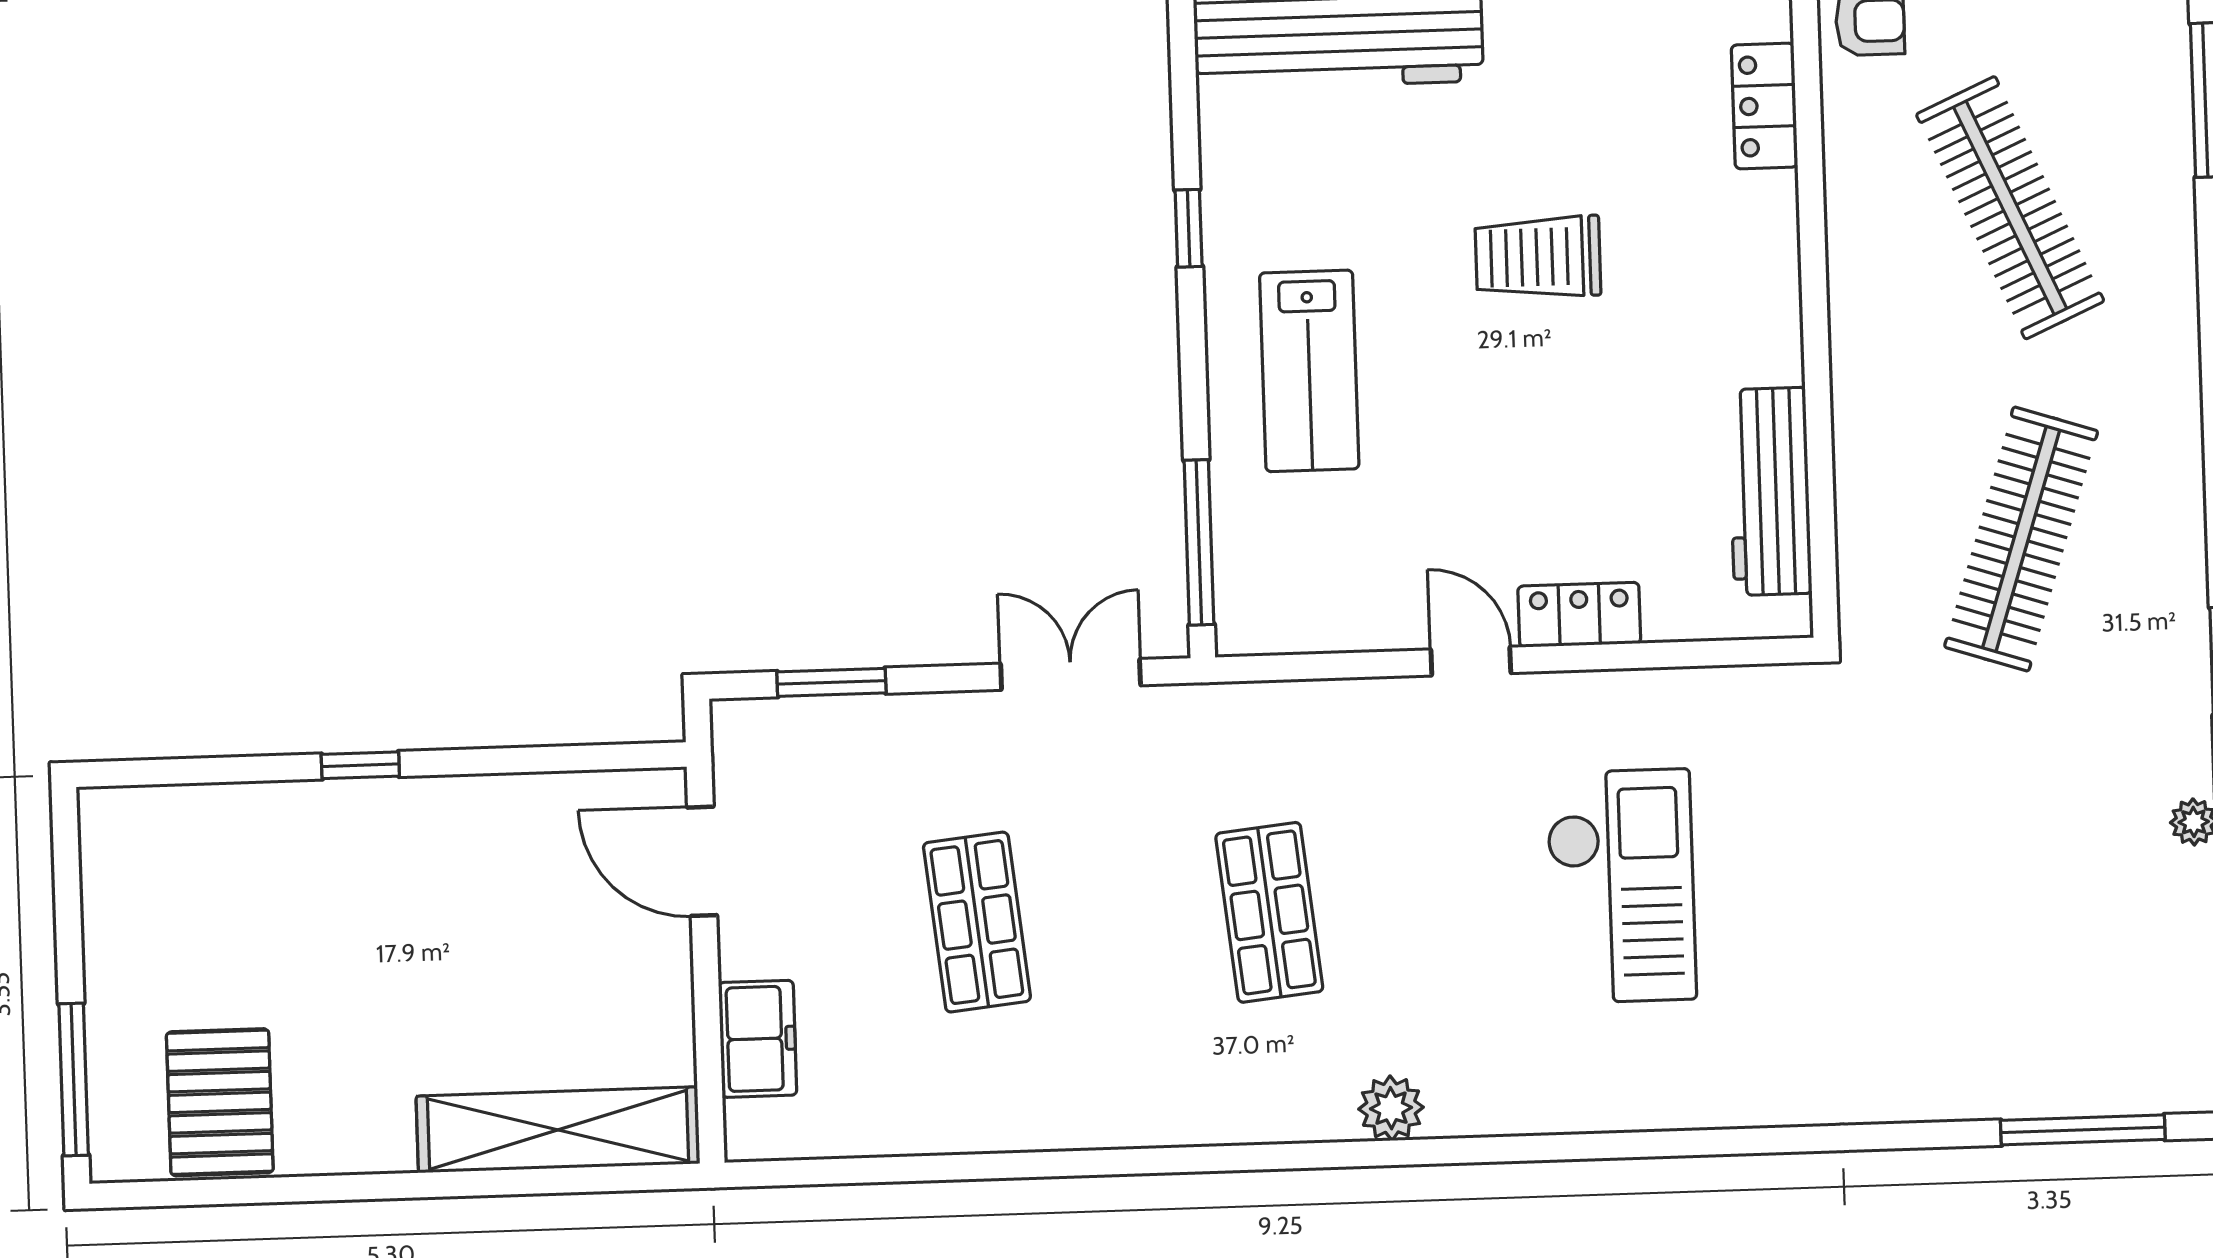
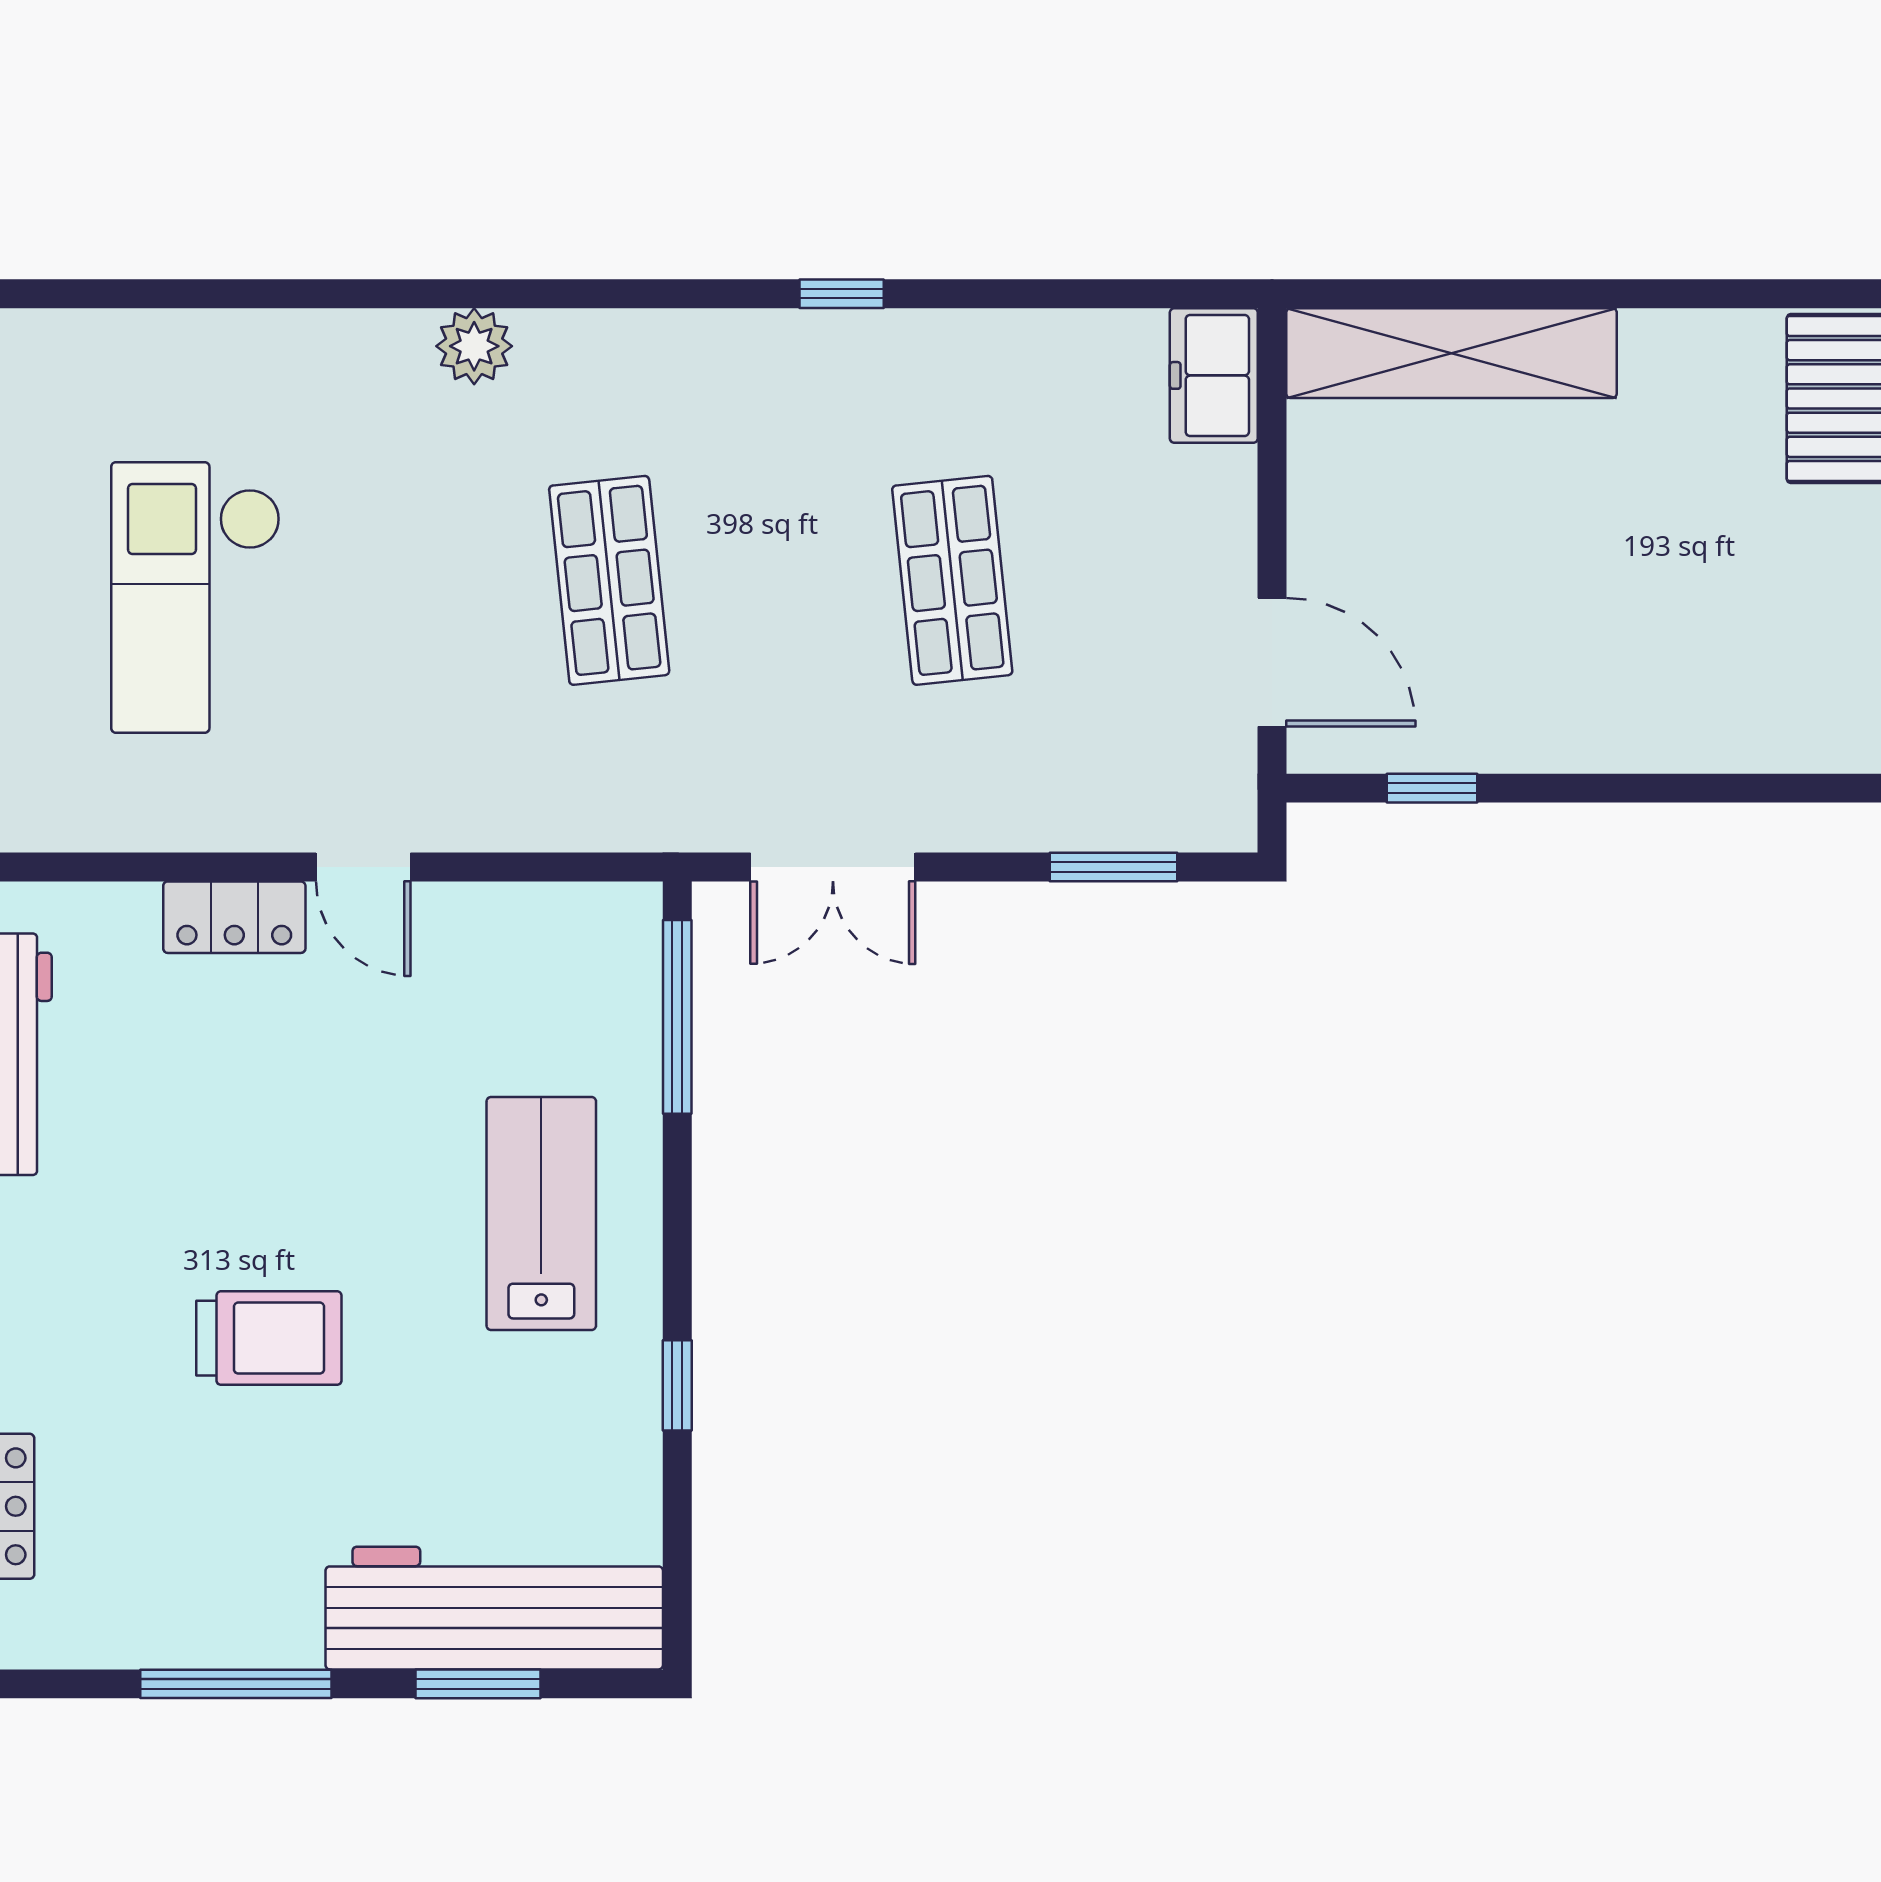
window: (360, 765) -> (1432, 788), moved
freezer: (758, 1039) -> (1214, 375), moved
window: (1079, 1163) -> (842, 294), added

